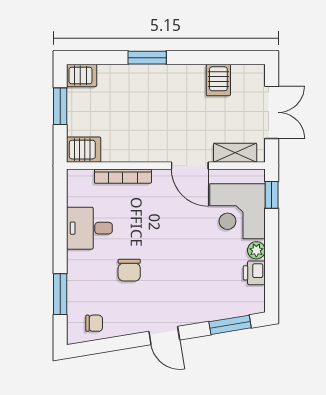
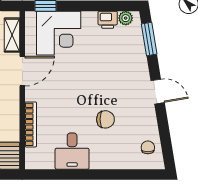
plant: (256, 250) -> (126, 18), moved
window: (60, 294) -> (125, 174), removed
door: (164, 336) -> (158, 92), hinge flipped

